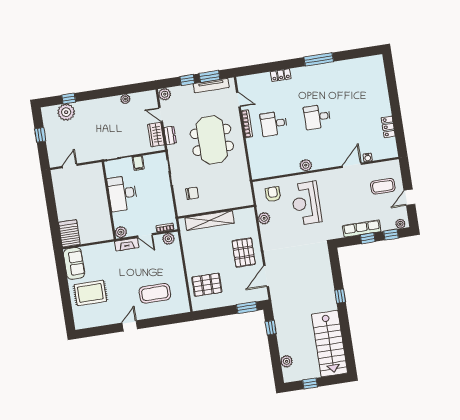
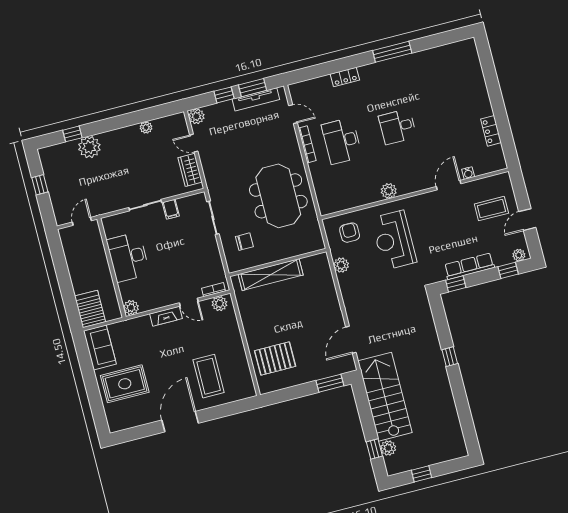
plant: (66, 112) -> (89, 147), moved
desk: (274, 124) -> (342, 141), width x1.37
dresser: (170, 135) -> (209, 169), removed
meeting table: (212, 140) -> (278, 196), moved
desk: (122, 193) -> (128, 257), moved
wall: (109, 200) -> (111, 268), moved
plant: (121, 232) -> (131, 308), moved
window: (368, 238) -> (456, 284), moved
pallet: (244, 253) -> (319, 312), removed
coffee table: (155, 293) -> (209, 376), turned 90
door: (130, 326) -> (180, 422), width x1.88
window: (271, 328) -> (374, 449), moved
stairs: (330, 344) -> (385, 397), moved, turned 180

